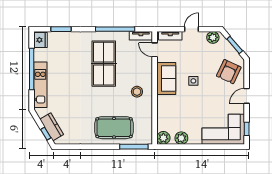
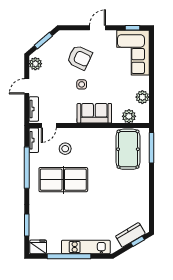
door: (192, 29) -> (27, 86), hinge flipped
armchair: (229, 72) -> (80, 58), moved
sofa: (166, 78) -> (94, 113), moved
stool: (137, 92) -> (65, 149), moved
door: (247, 96) -> (98, 28), swing flipped
pool table: (114, 128) -> (128, 149), moved
plant: (163, 138) -> (129, 116), moved

